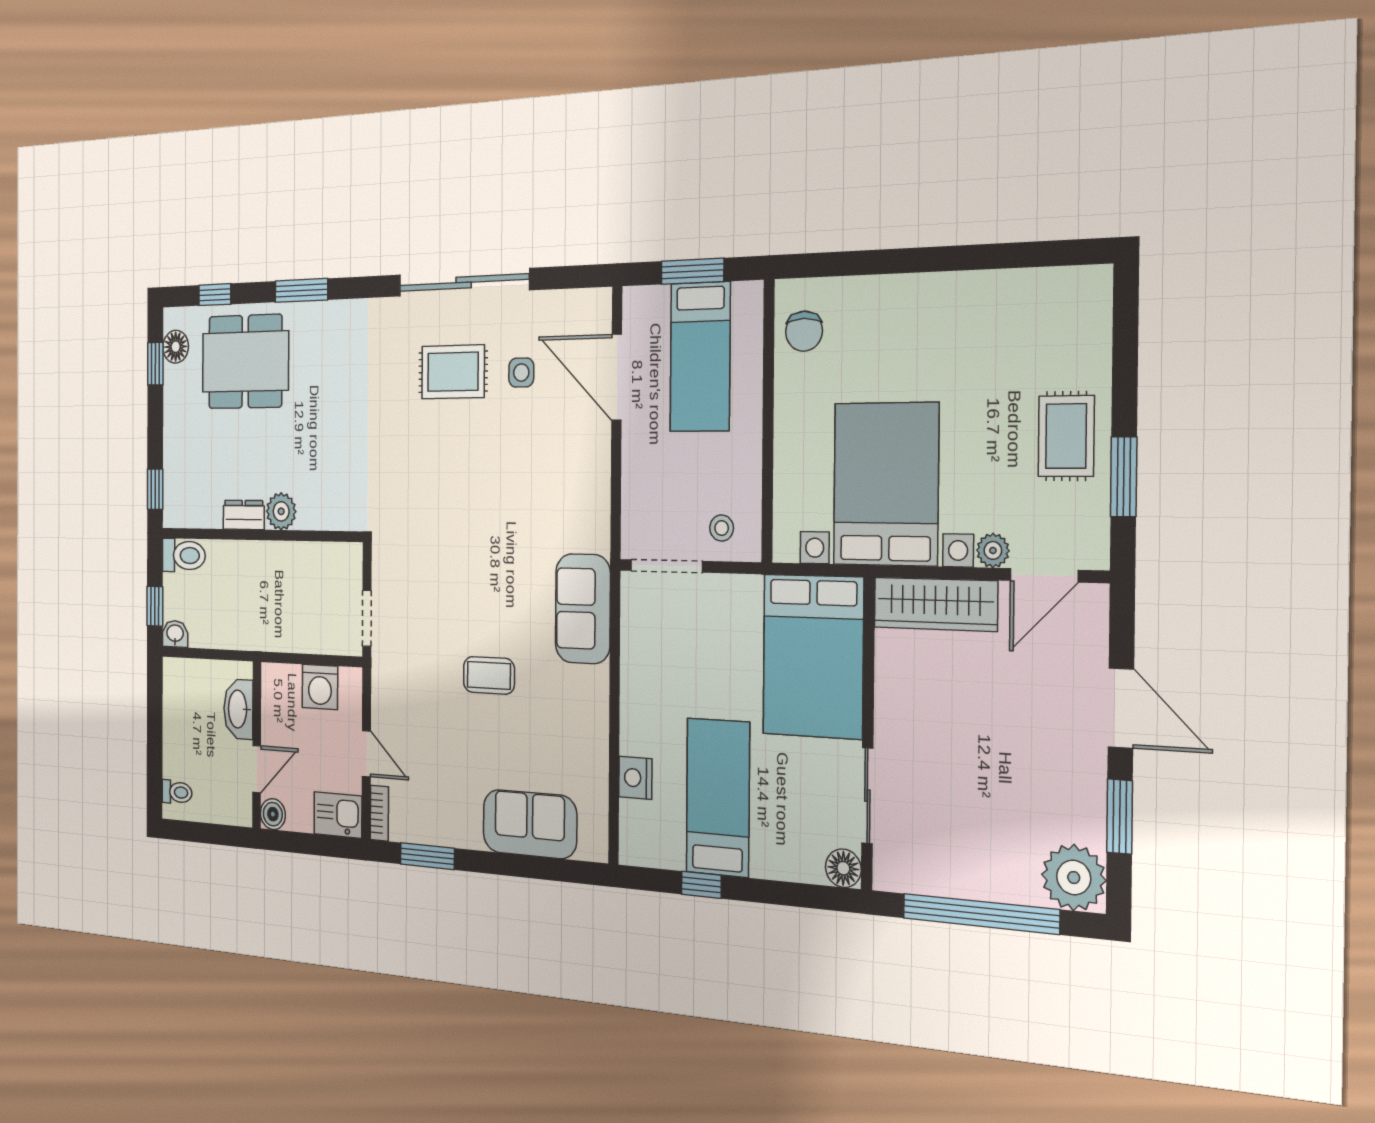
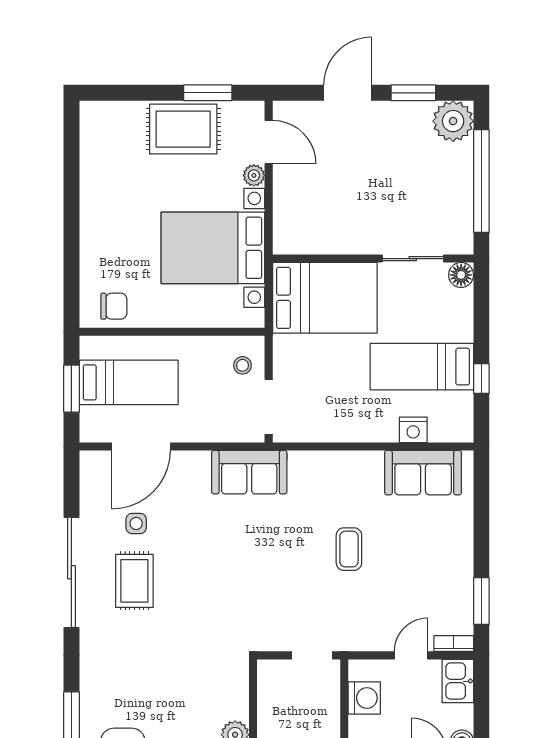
rug: (1066, 436) -> (183, 129), width x1.36, depth x1.43
wardrobe: (935, 604) -> (288, 213), removed
sofa: (583, 609) -> (249, 472), moved
sofa: (530, 824) -> (423, 473), moved, turned -90

